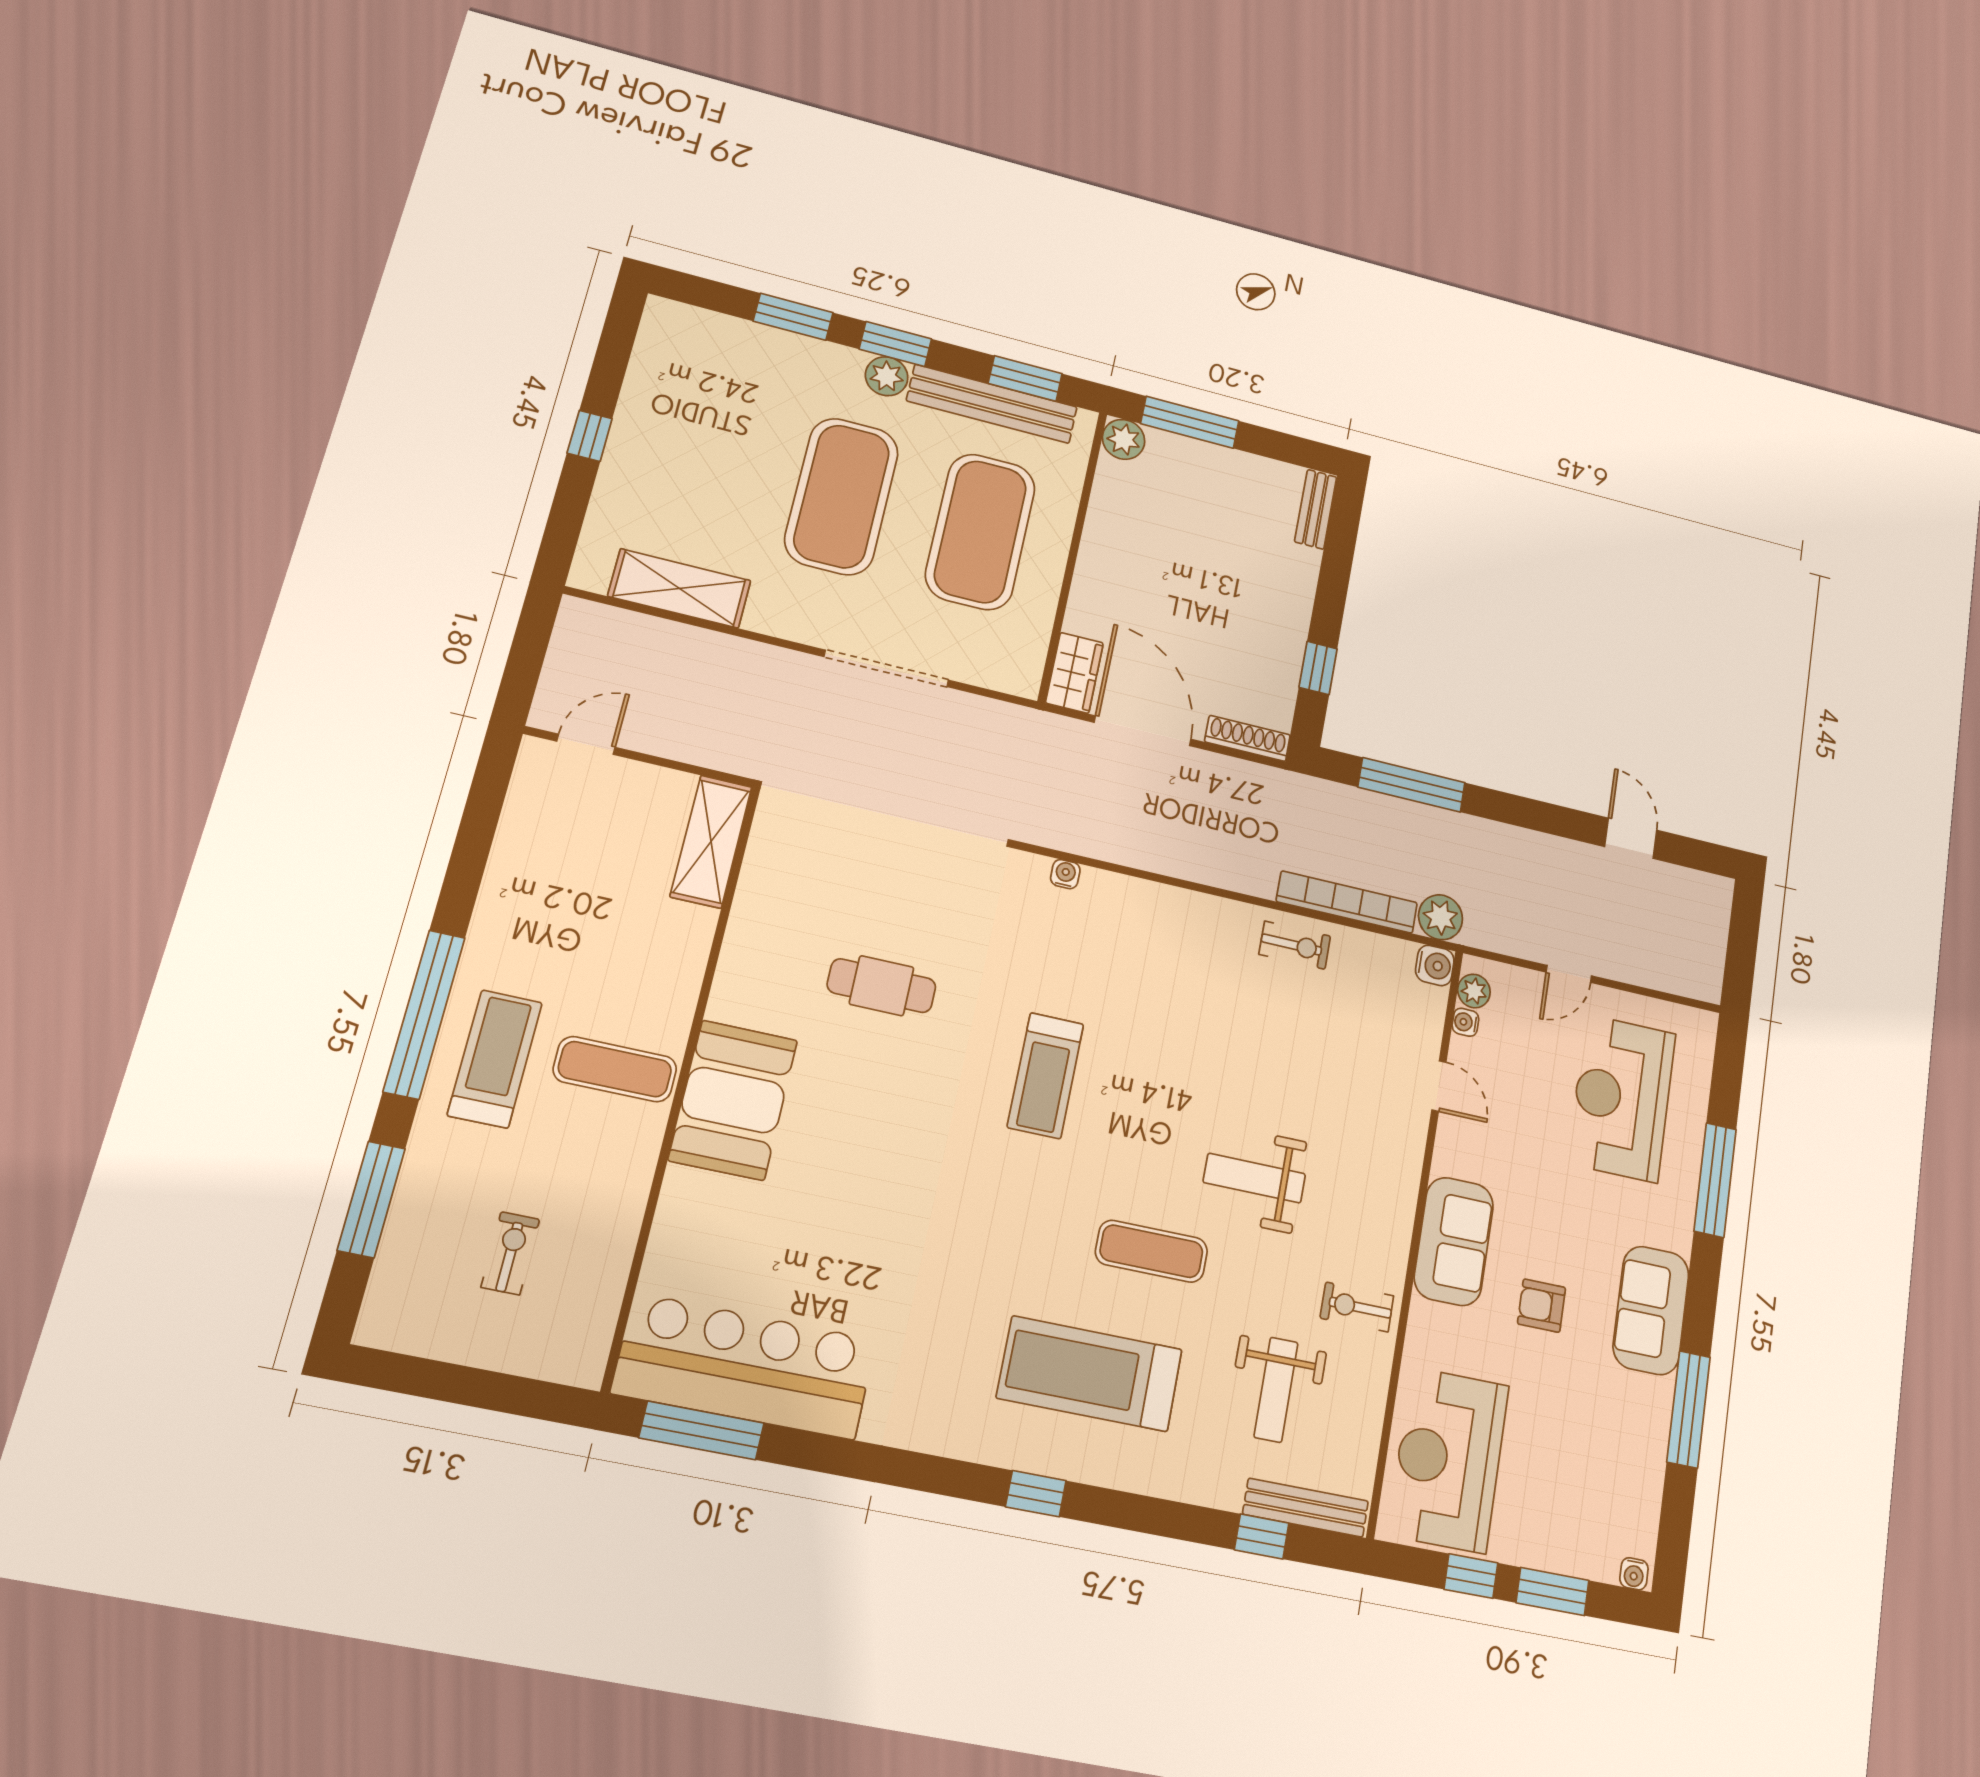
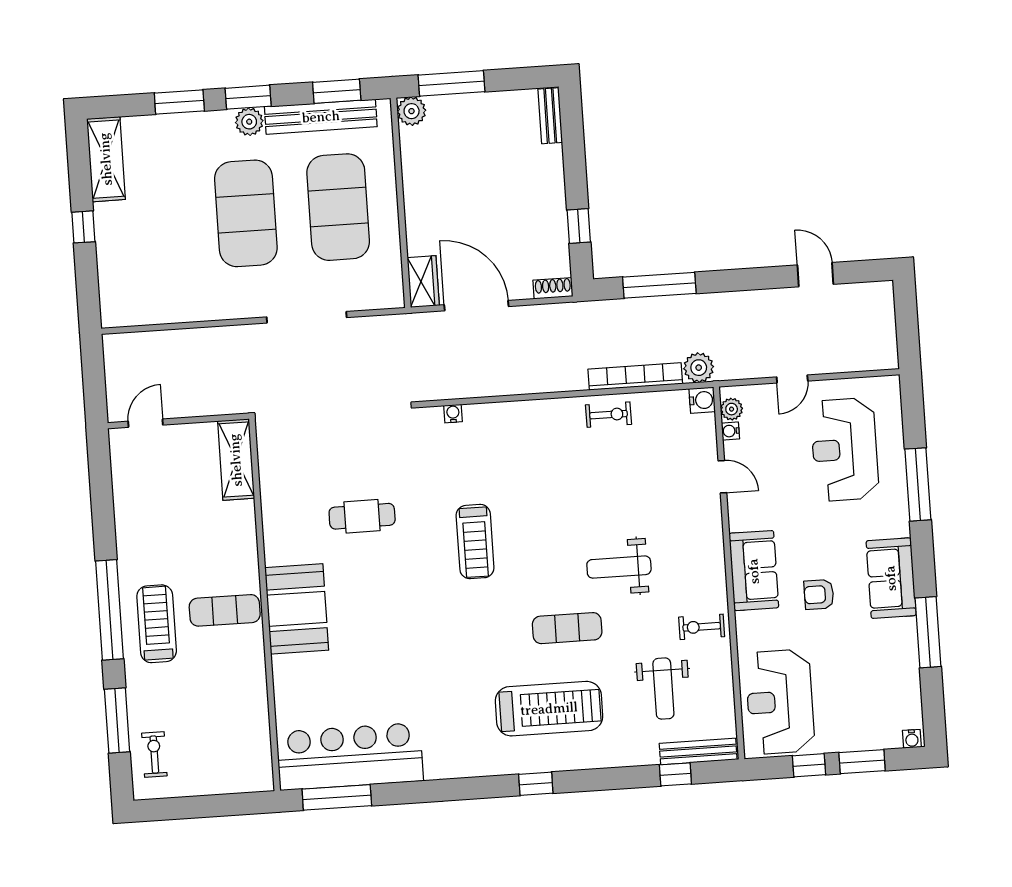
shelving: (679, 588) -> (106, 159), moved, turned 90
shoe rack: (1248, 738) -> (553, 288), width x0.70
exercise bike: (510, 1253) -> (154, 755), moved
treadmill: (1090, 1374) -> (549, 709), turned 180

